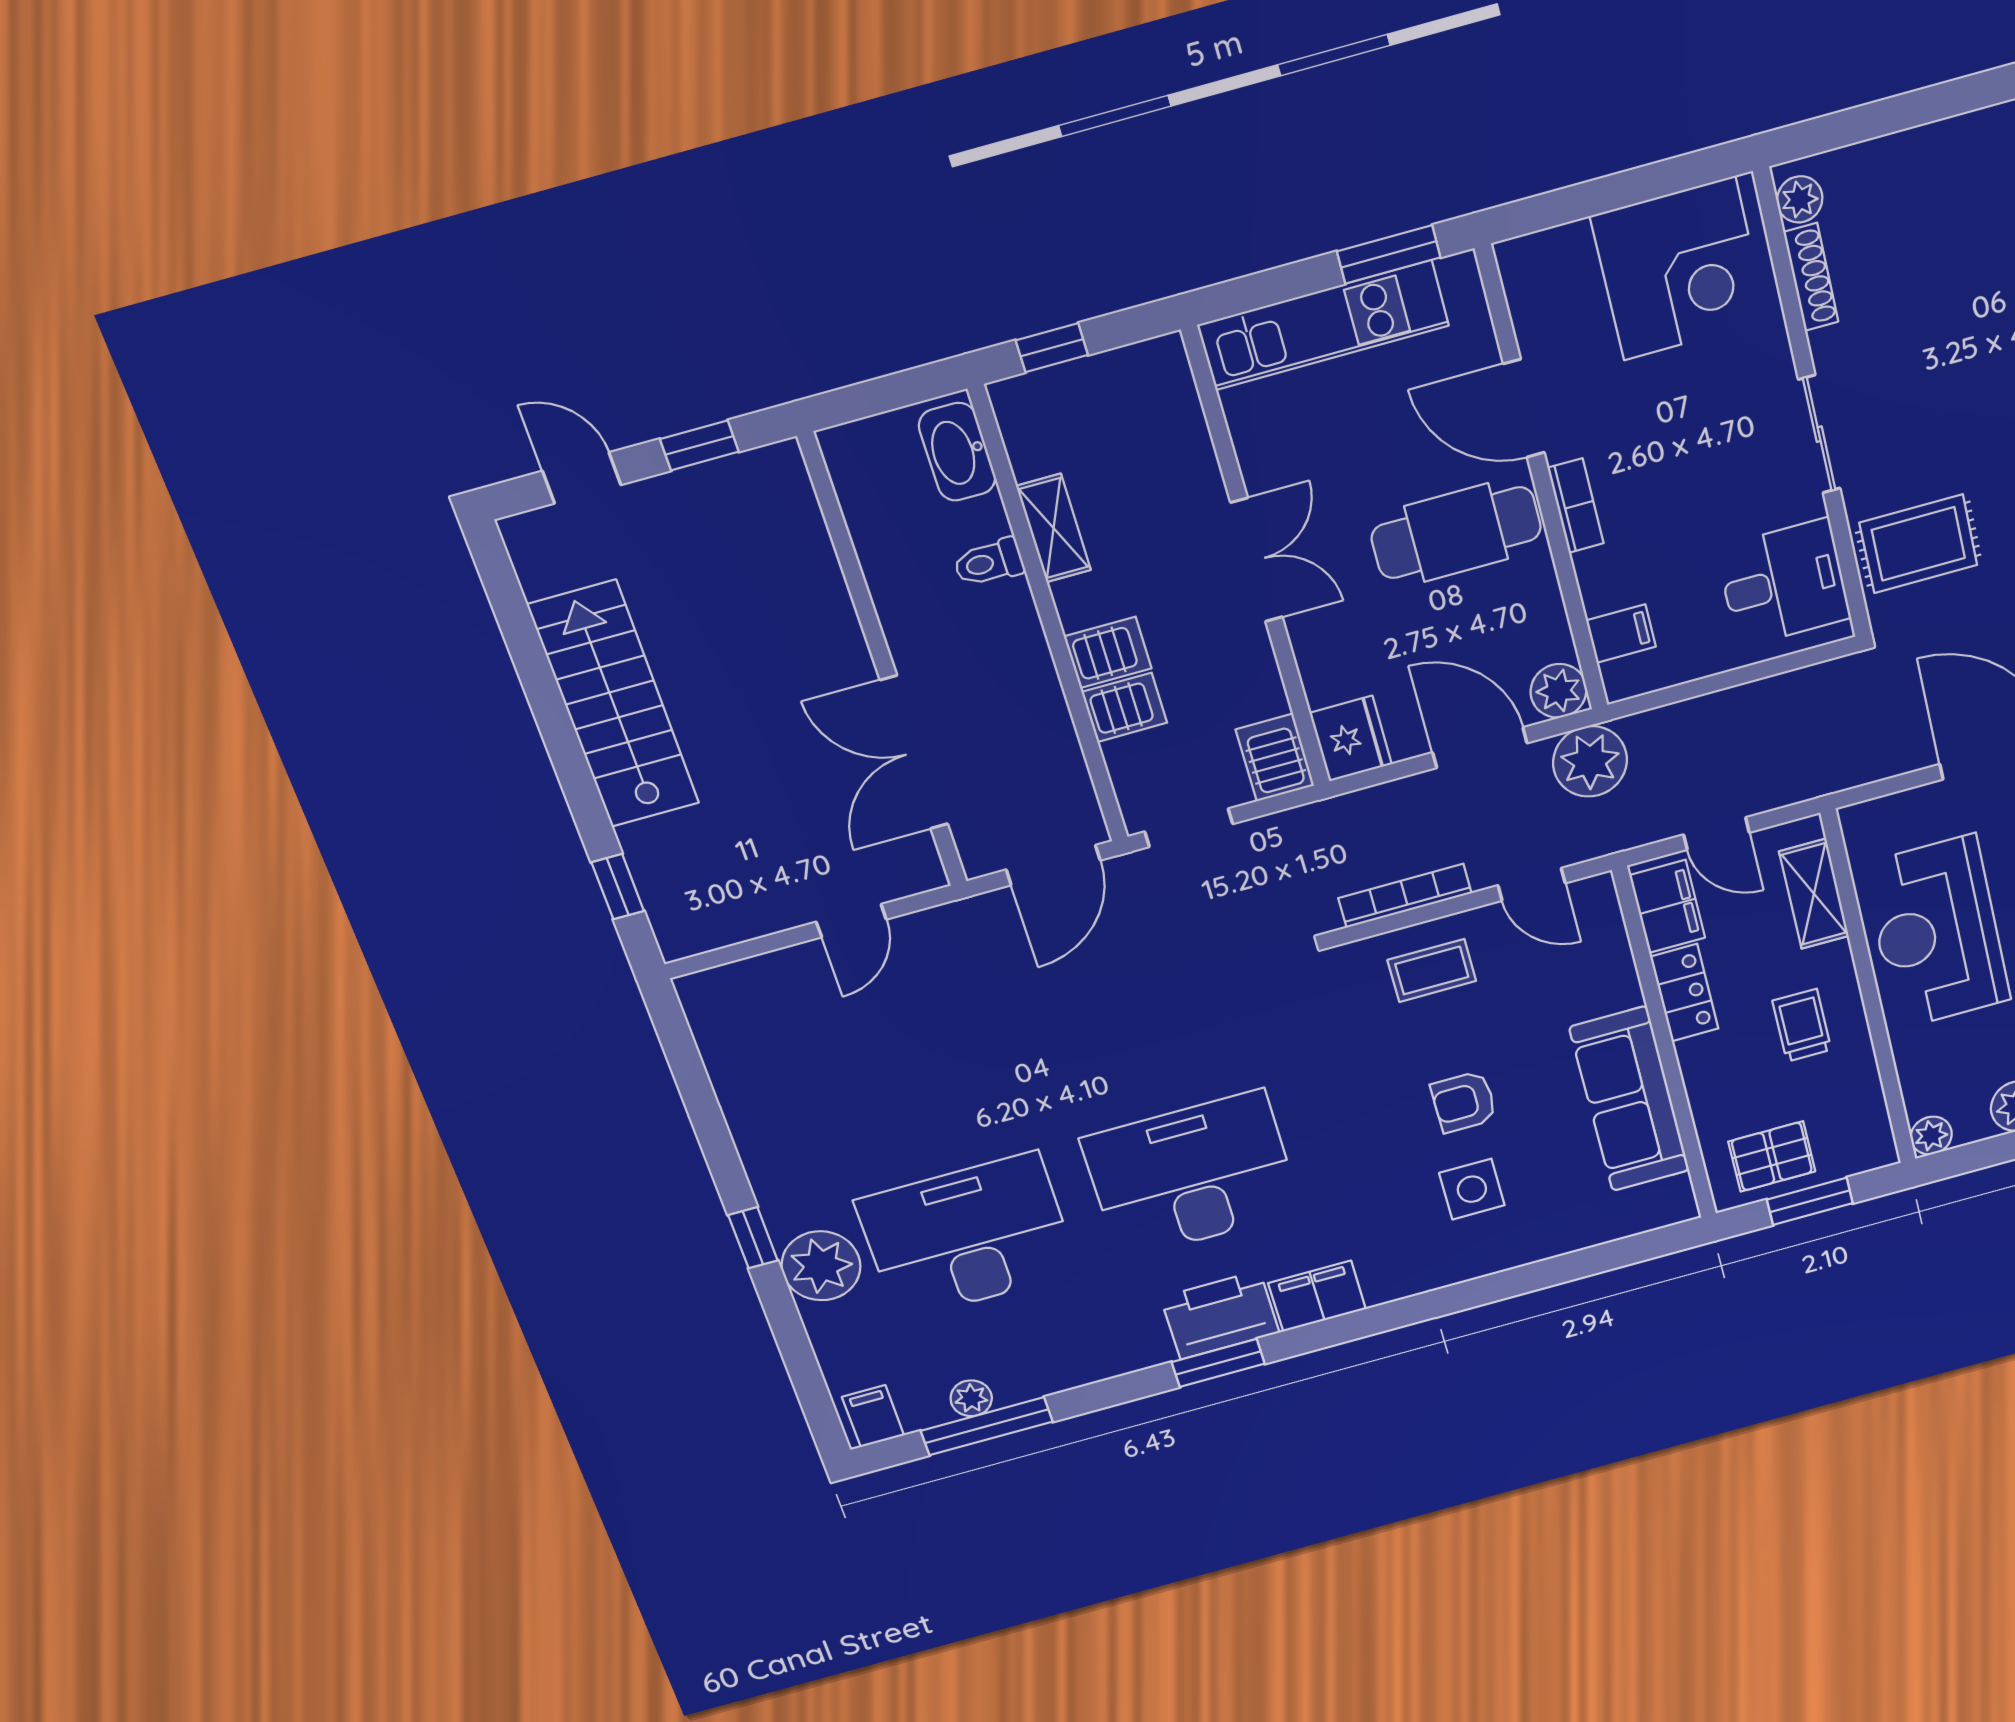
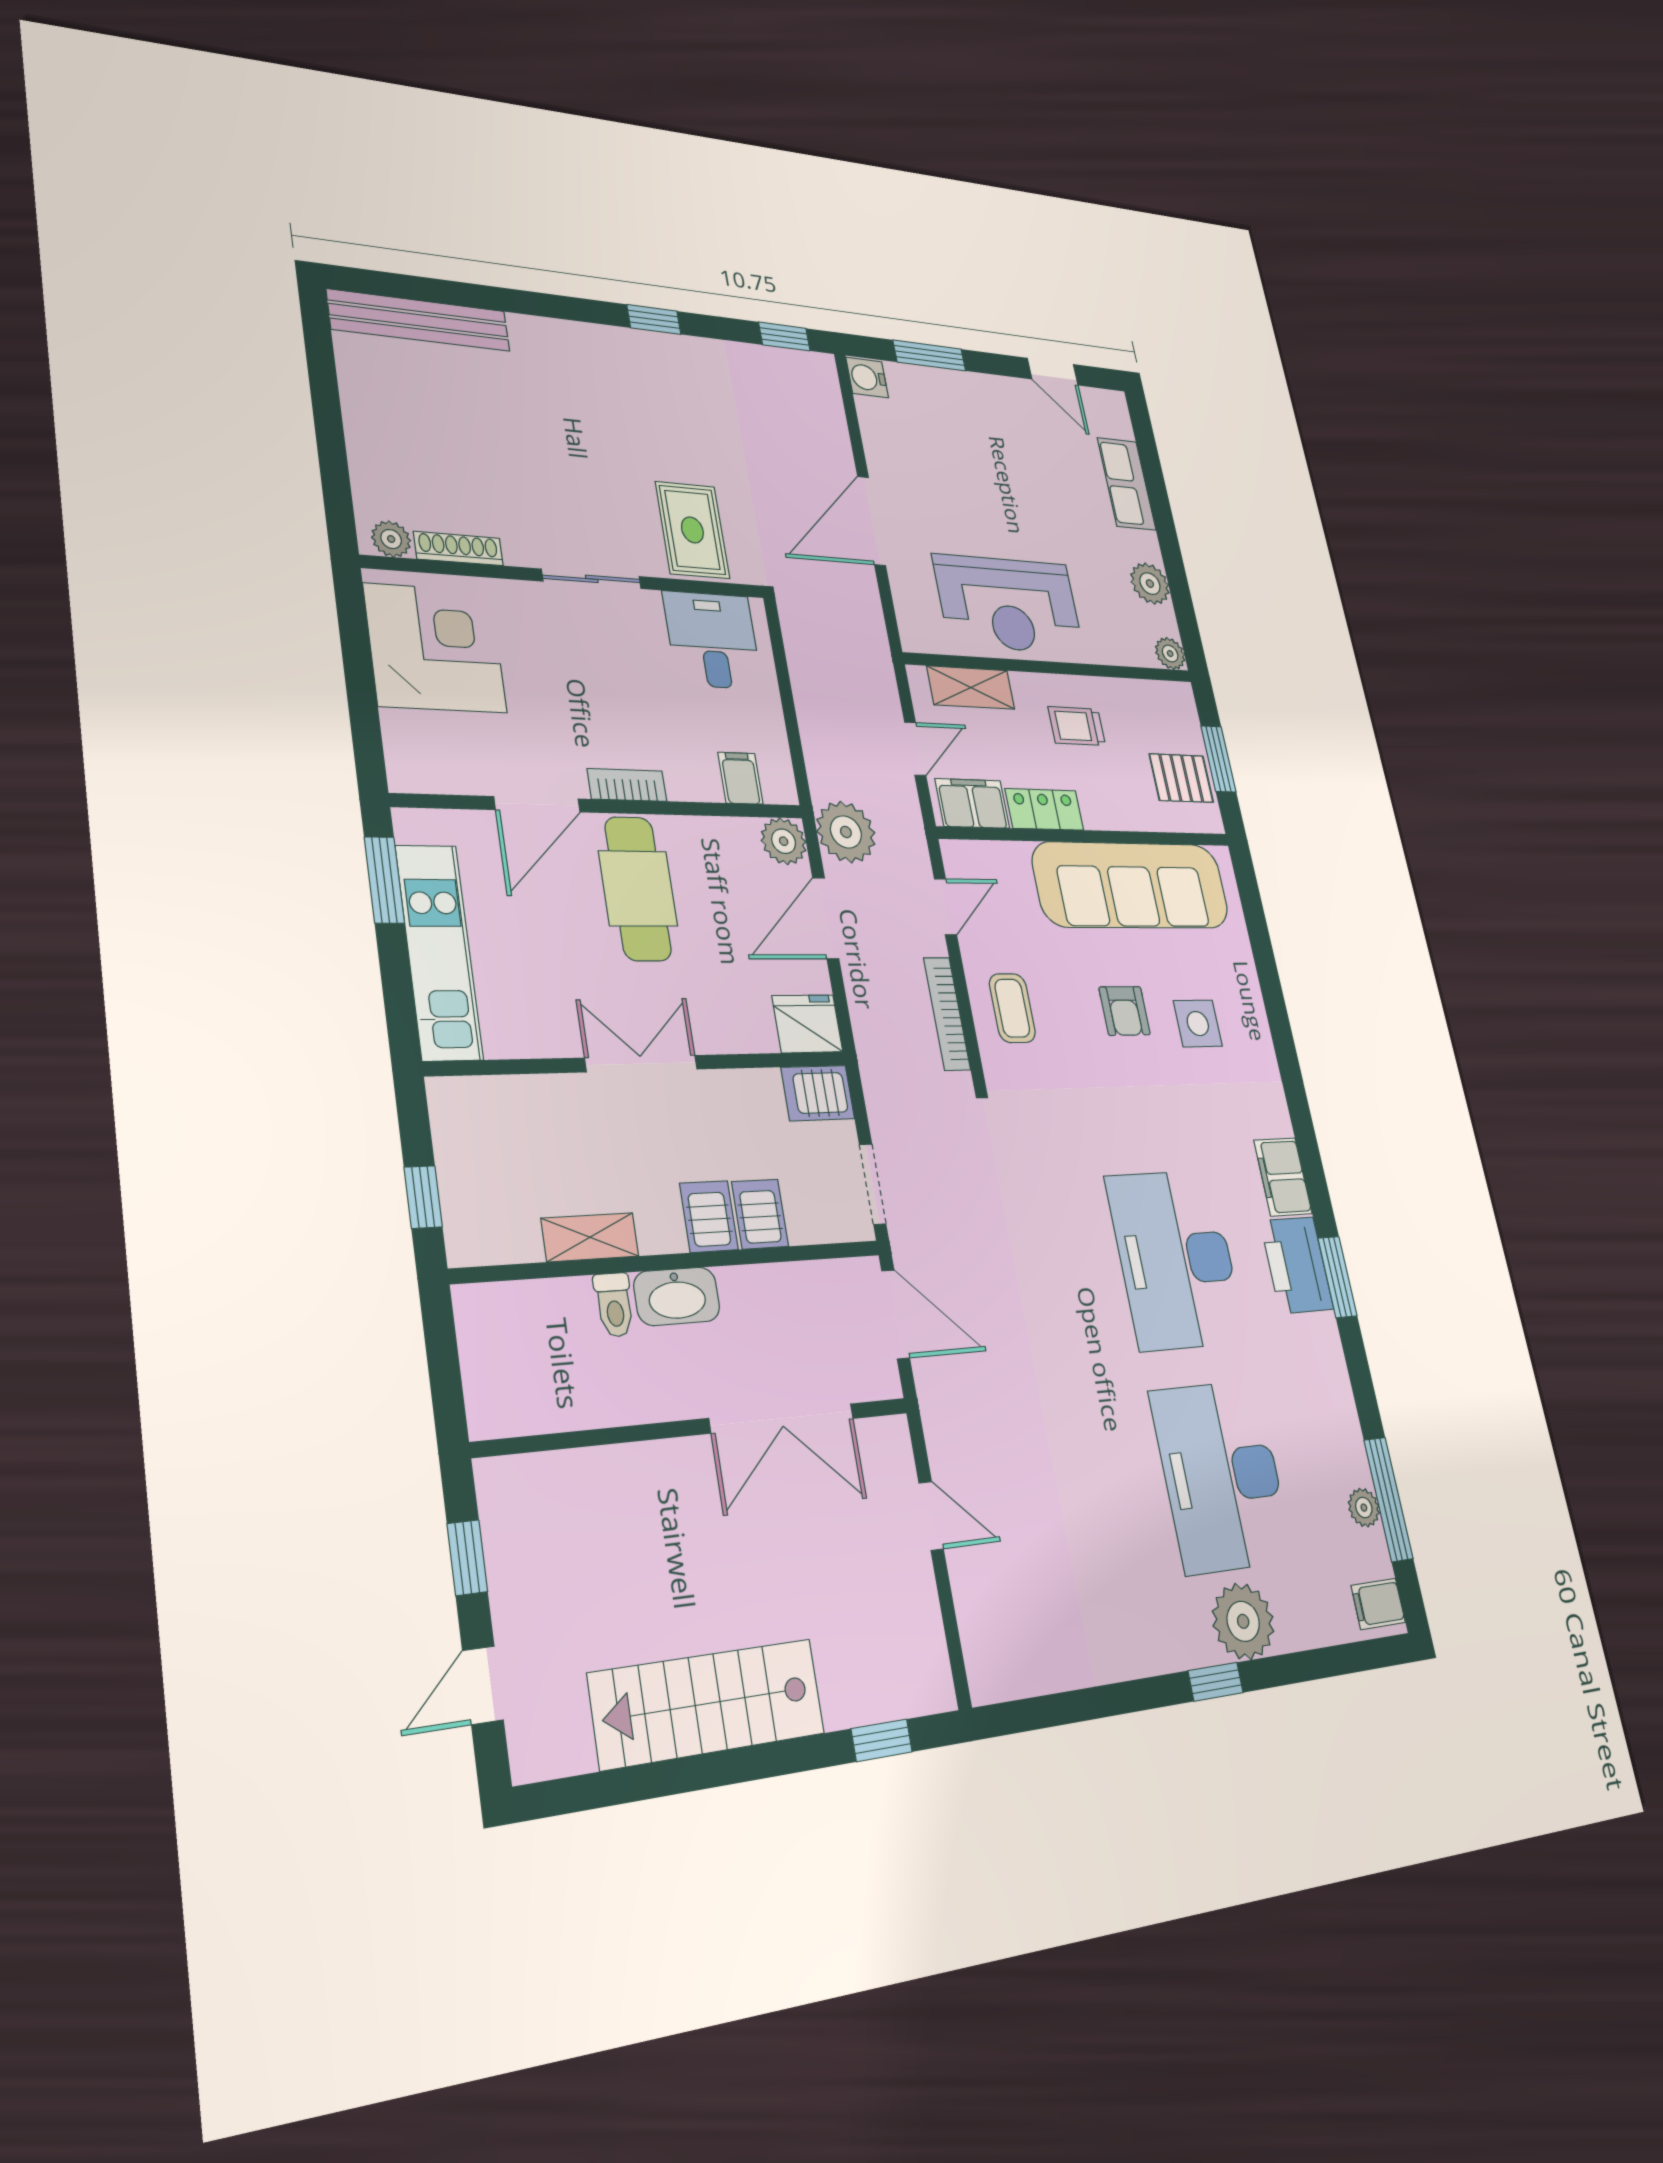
washbasin: (957, 452) -> (677, 1296), moved
sofa: (1630, 1099) -> (1131, 885), width x1.36, depth x1.27
pallet: (1772, 1156) -> (1181, 778), turned 90

